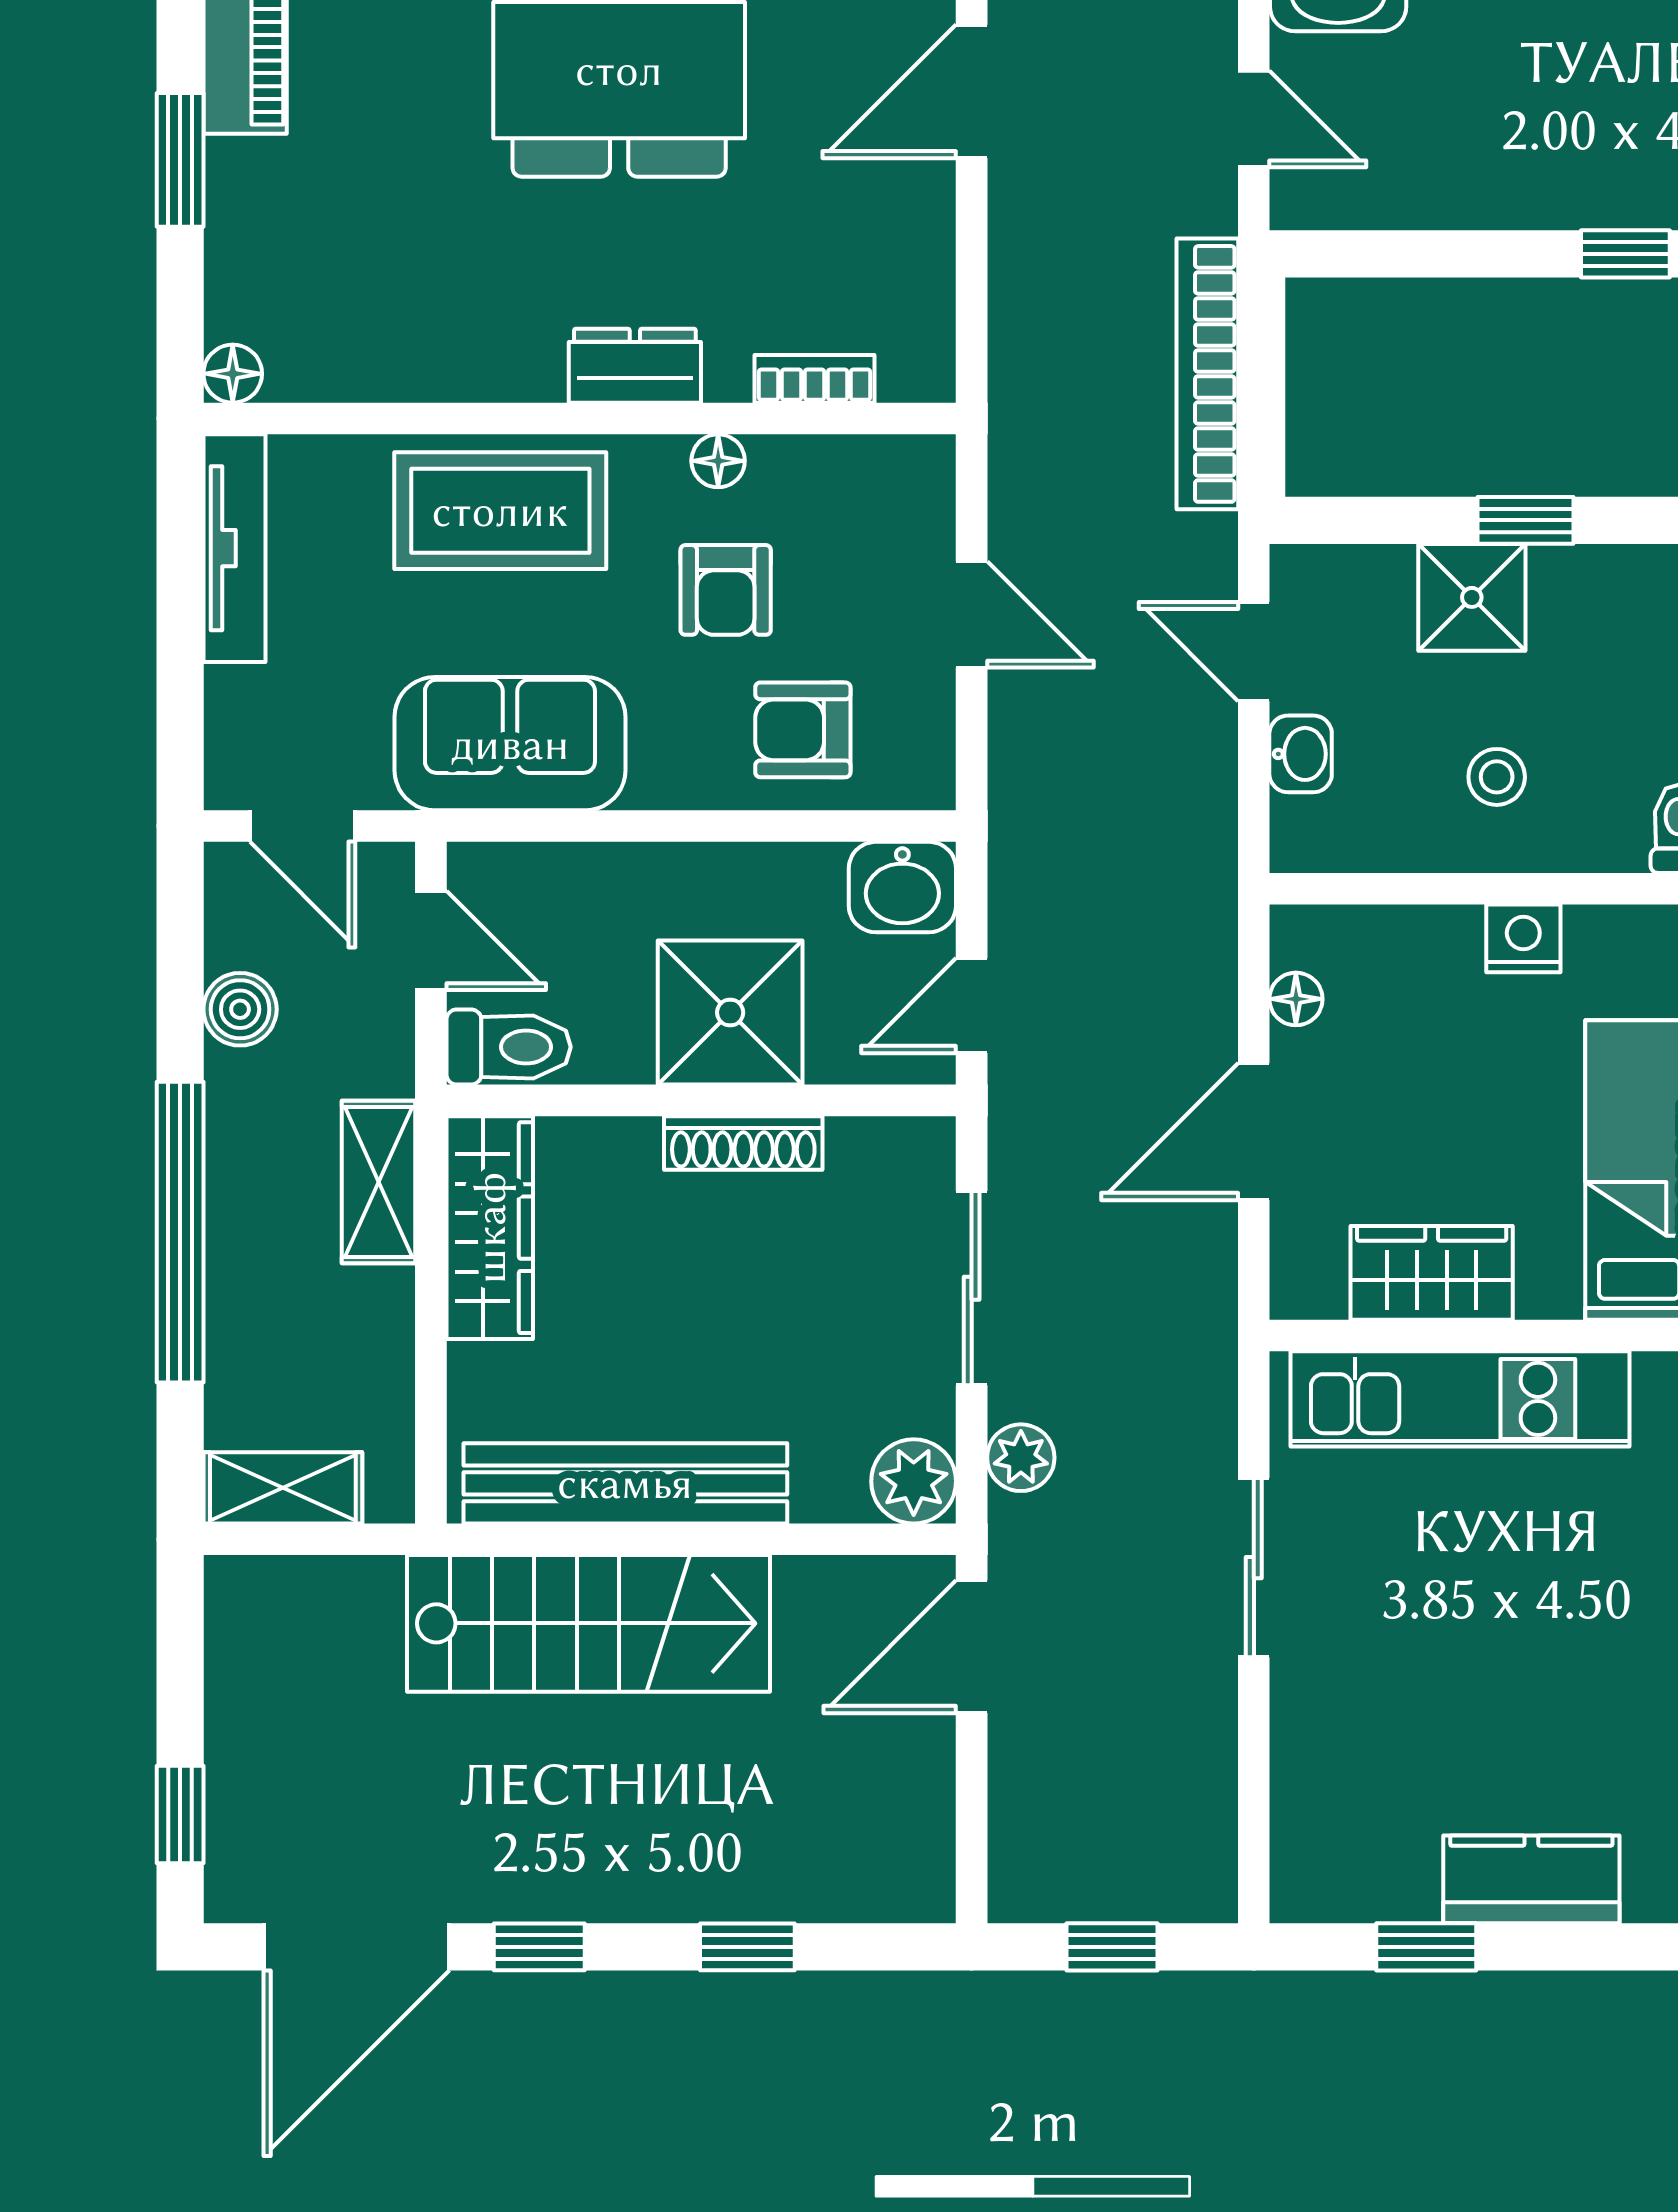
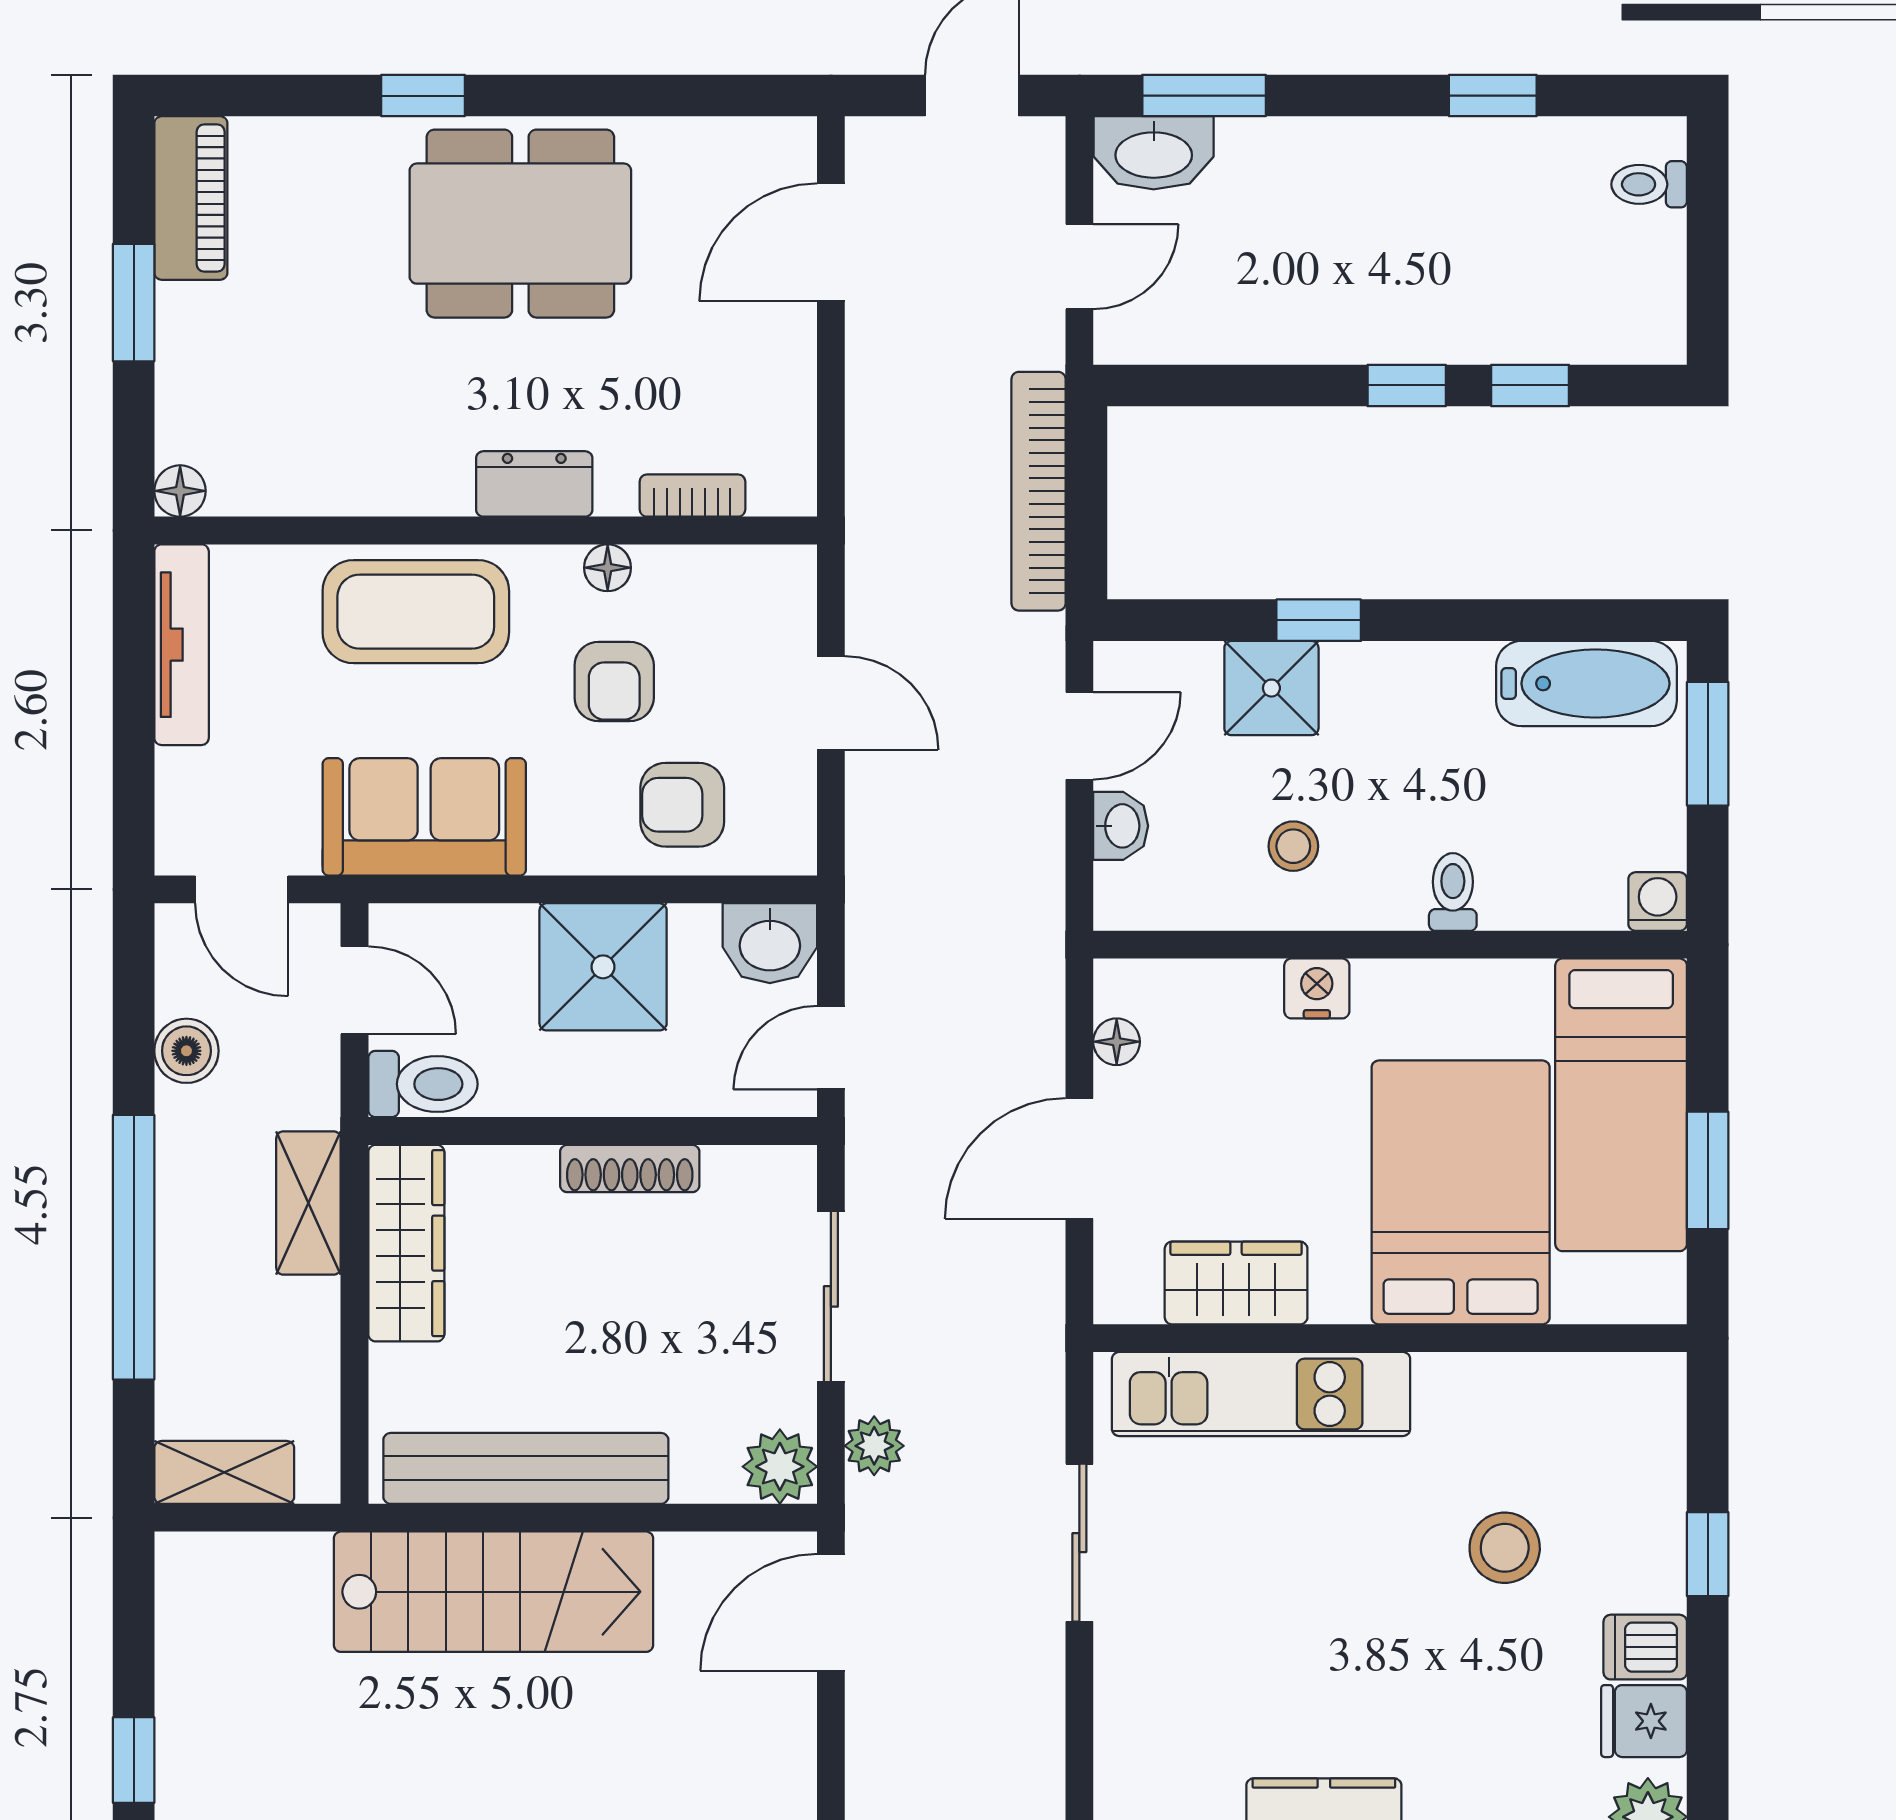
door: (1254, 119) -> (1079, 267), hinge flipped
door: (1254, 652) -> (1079, 736), swing flipped
shower: (730, 1012) -> (603, 967), moved

